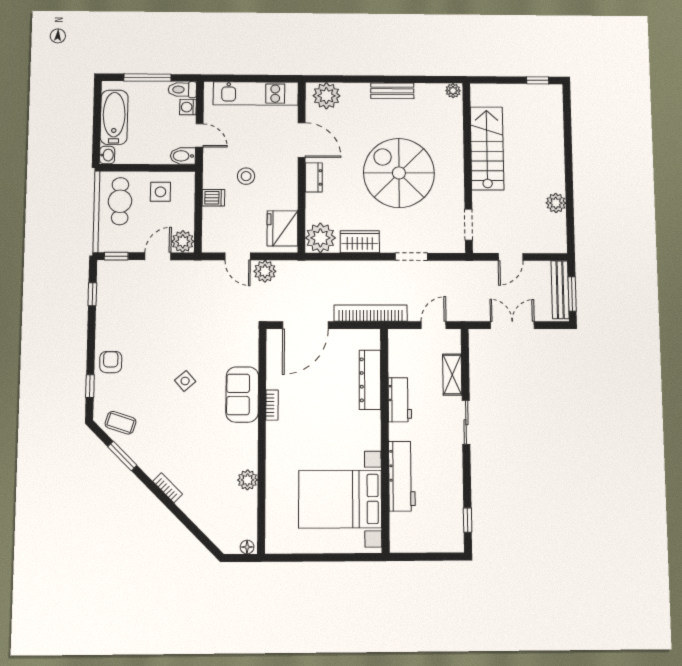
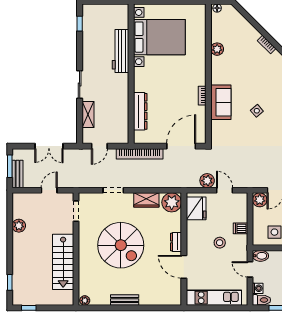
plant: (326, 96) -> (168, 296), removed
window: (567, 118) -> (10, 282), added
bench: (560, 290) -> (18, 174), width x0.73
workbench: (400, 400) -> (121, 99), removed

